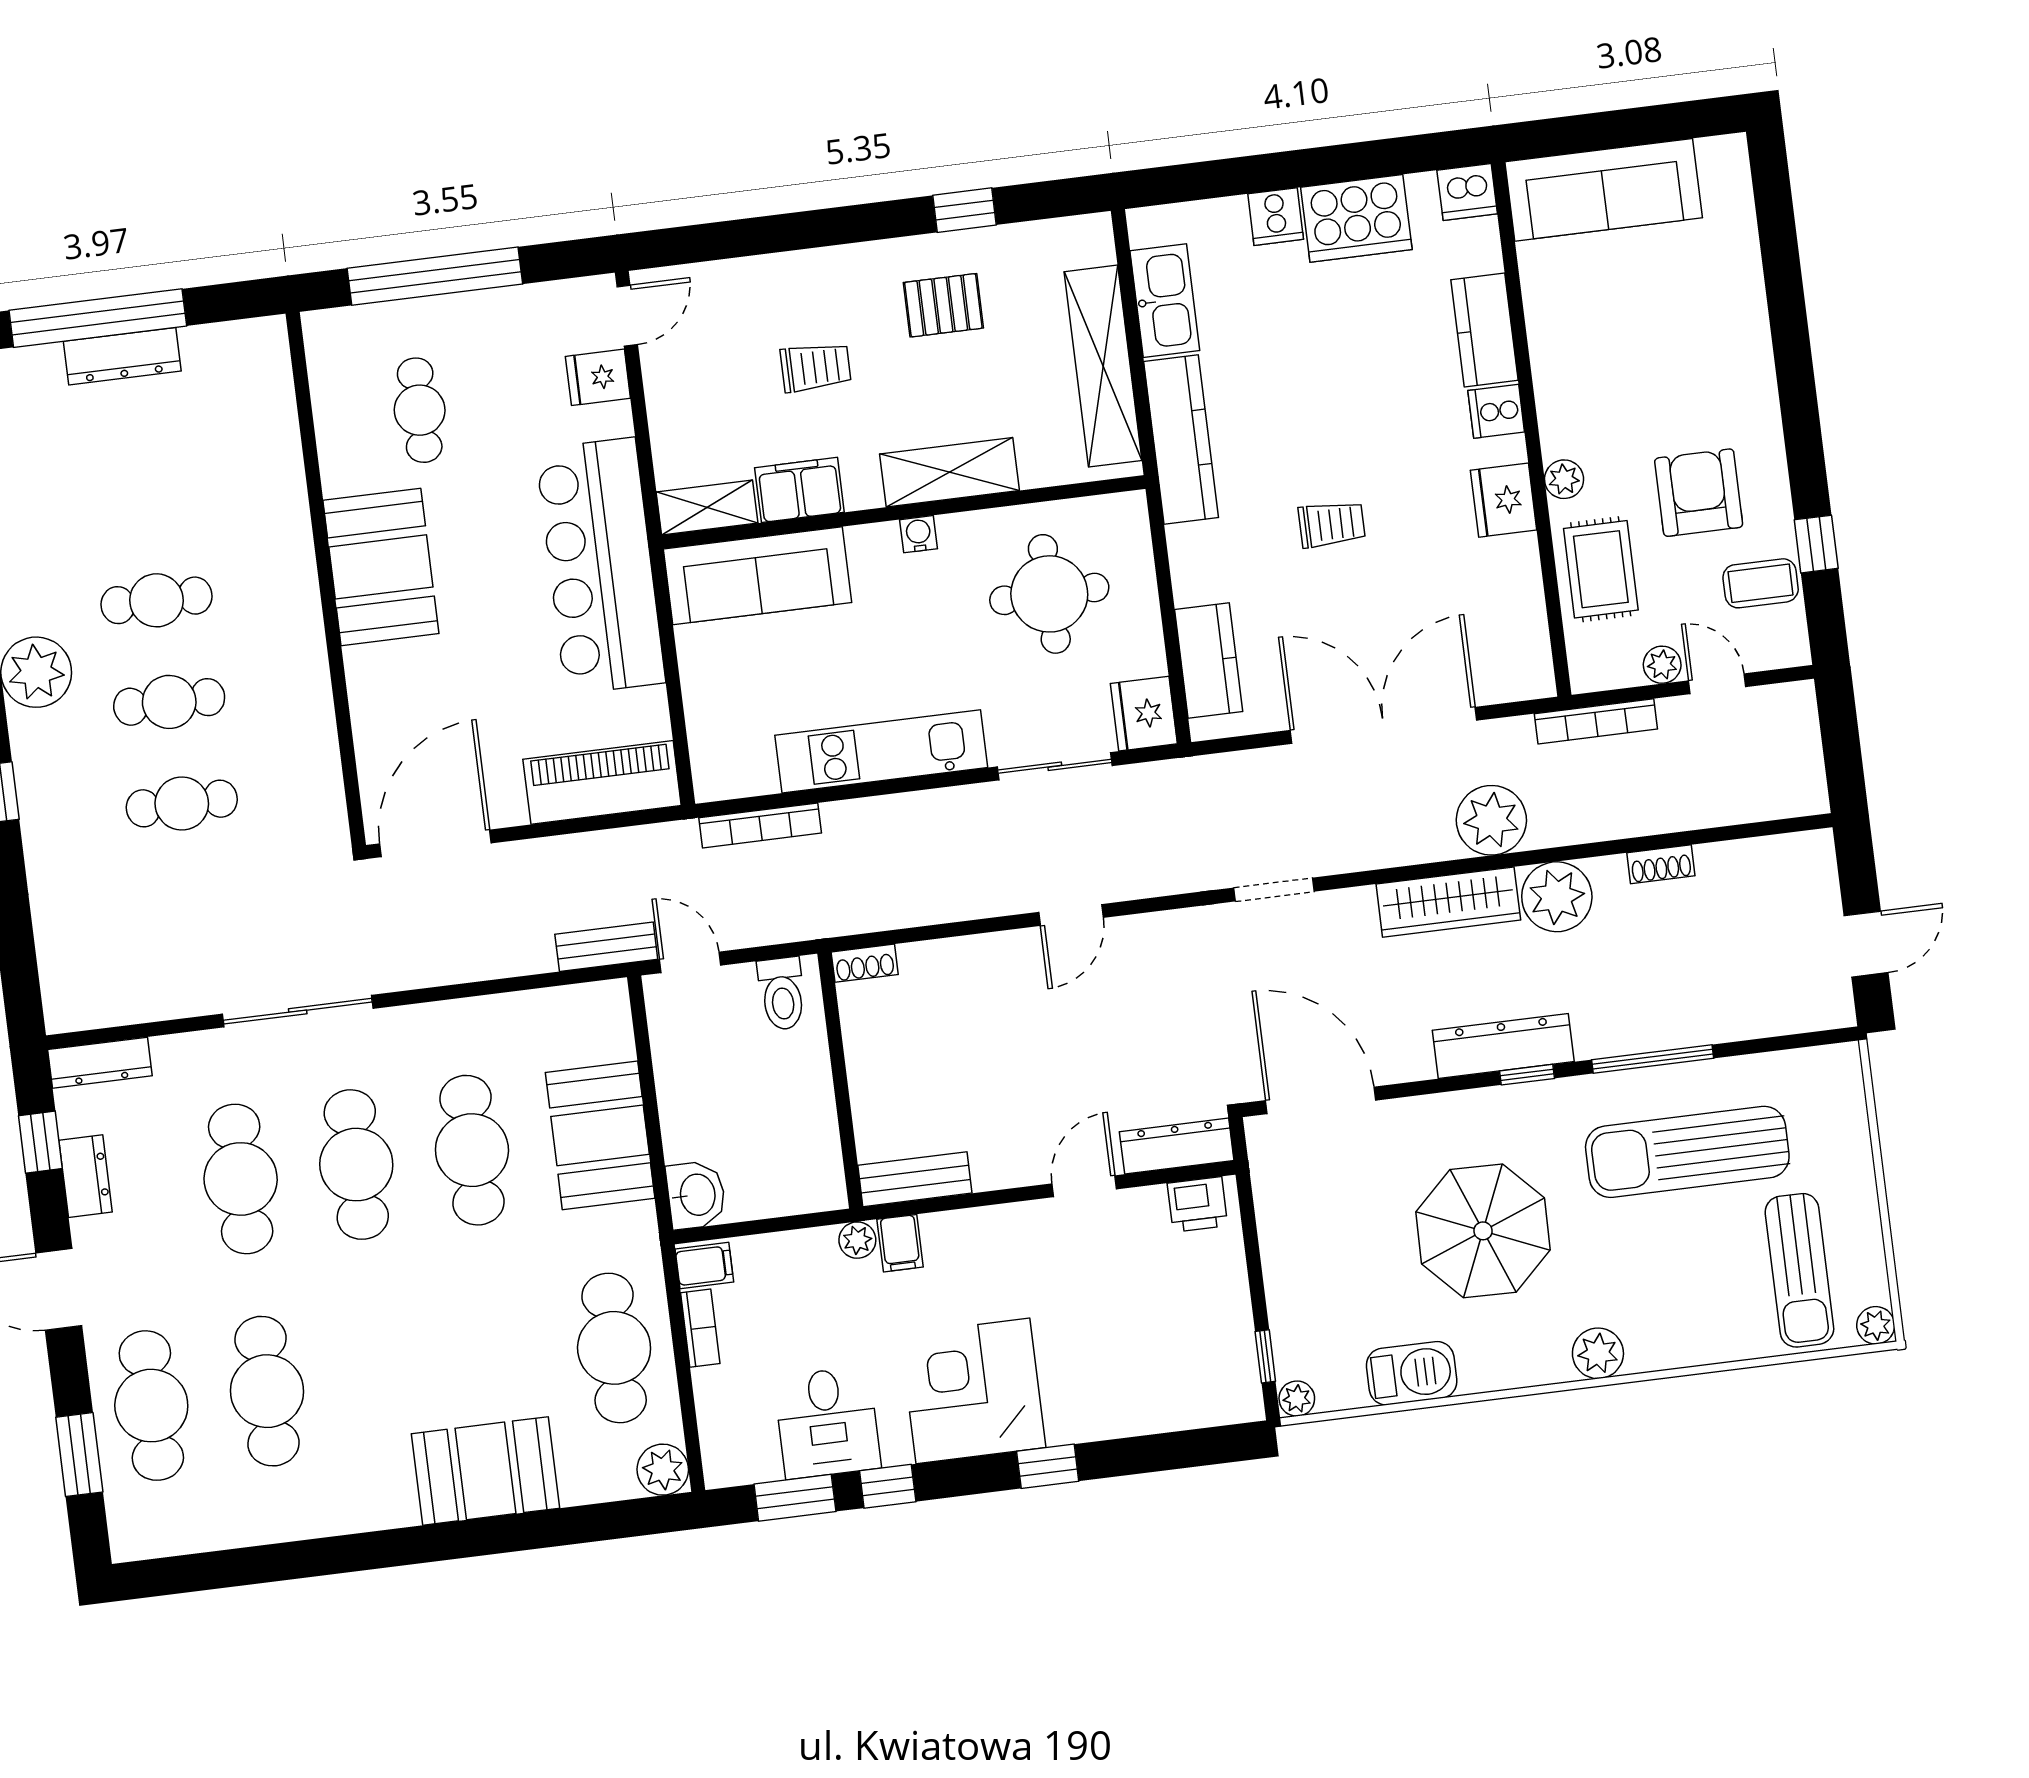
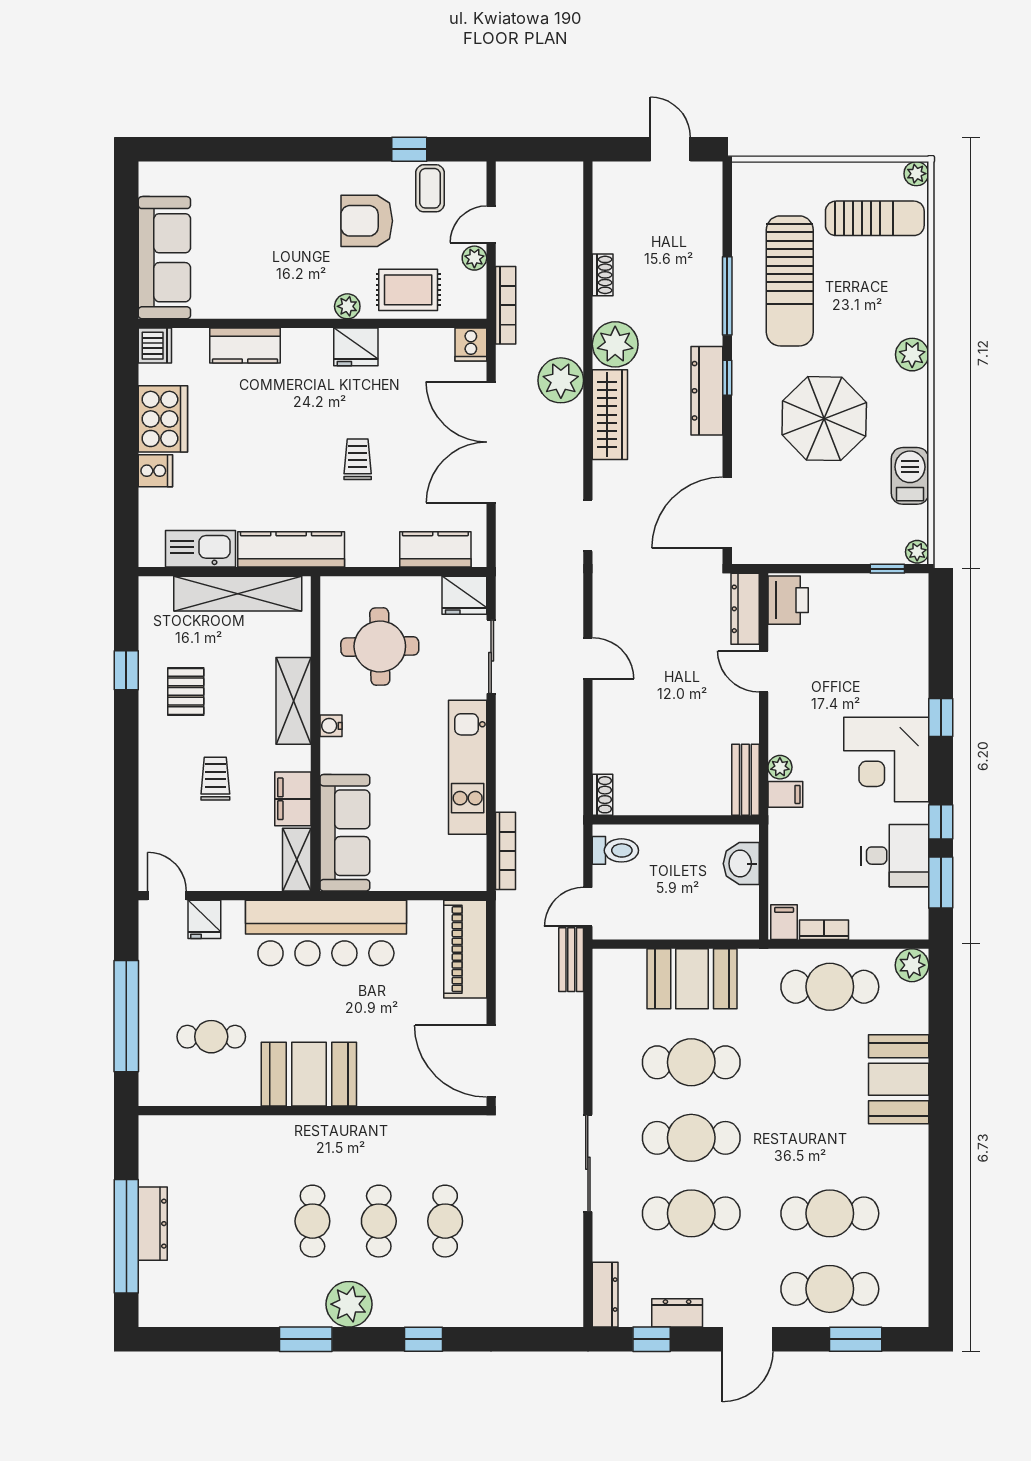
cooker: (1496, 411) -> (471, 344), moved
washbasin: (696, 1195) -> (741, 864), moved, turned -90
printer: (1197, 1204) -> (788, 600), width x1.36, depth x1.24
plant: (857, 1240) -> (780, 767), moved

